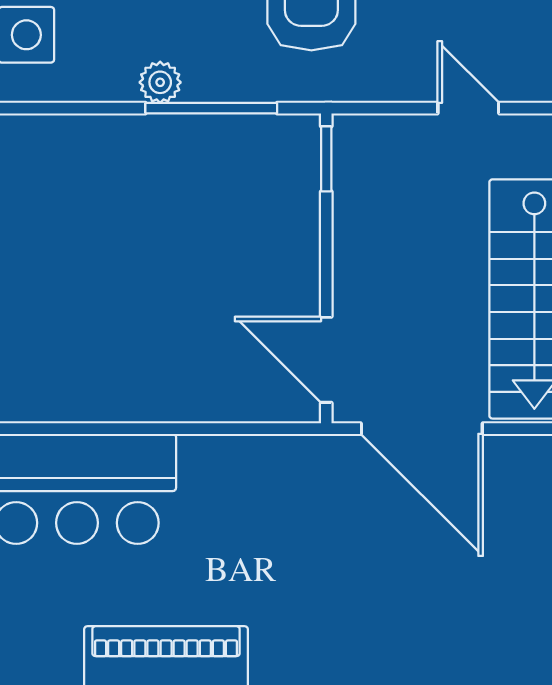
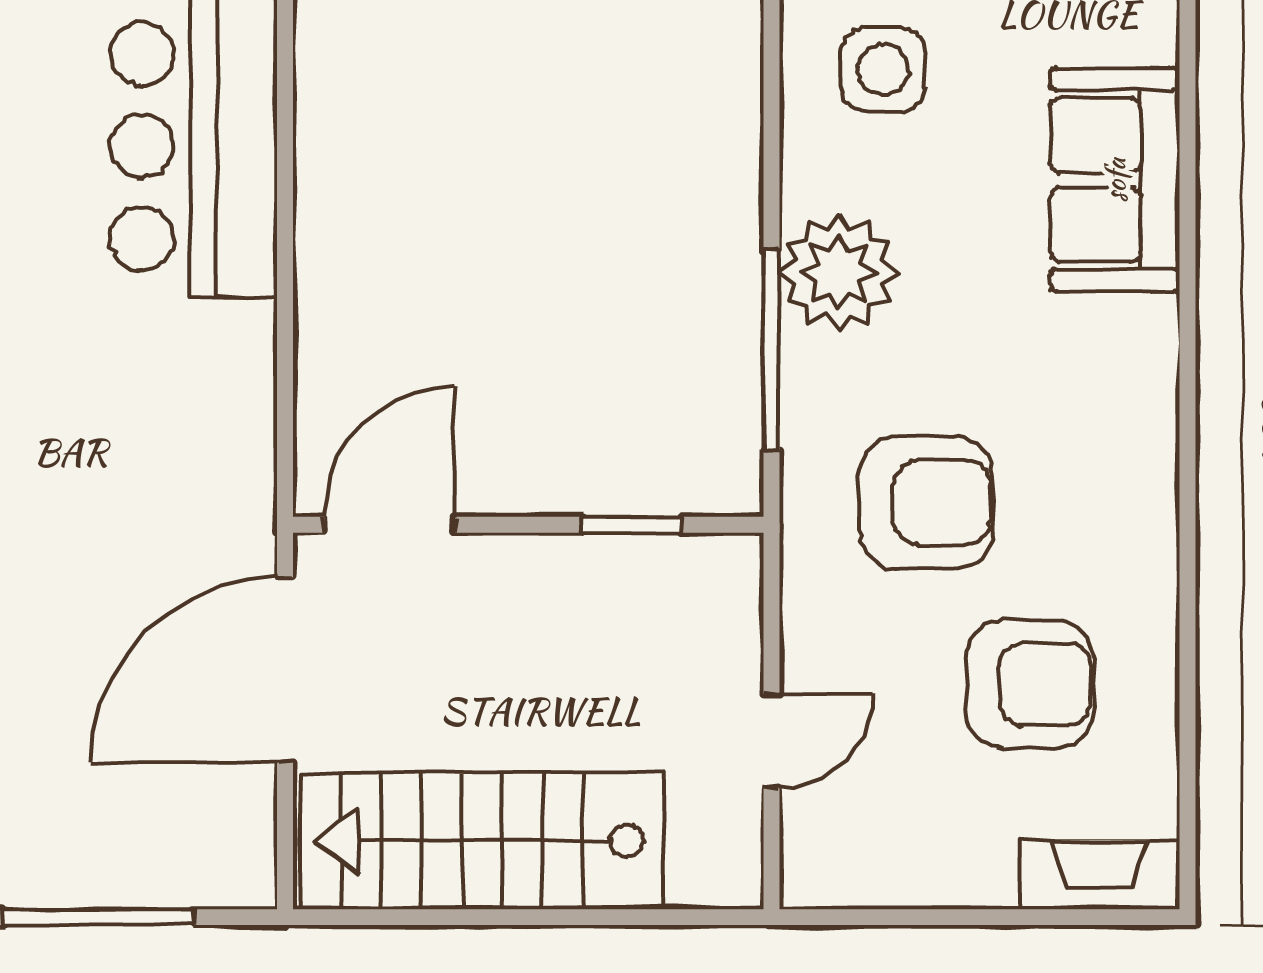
plant: (160, 82) -> (838, 273), width x1.88, depth x1.88
window: (326, 159) -> (632, 525), moved

